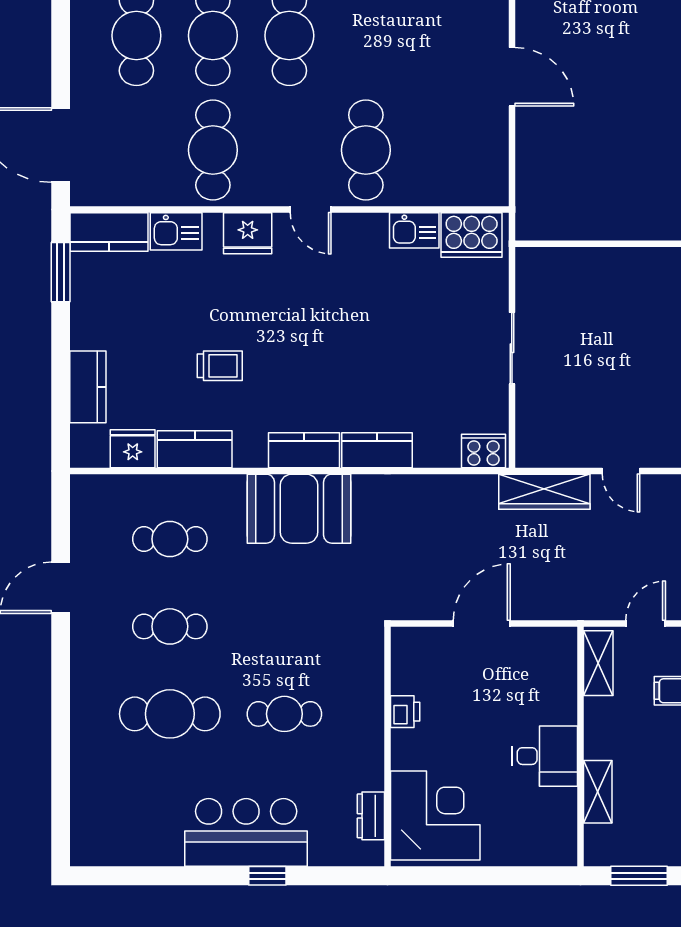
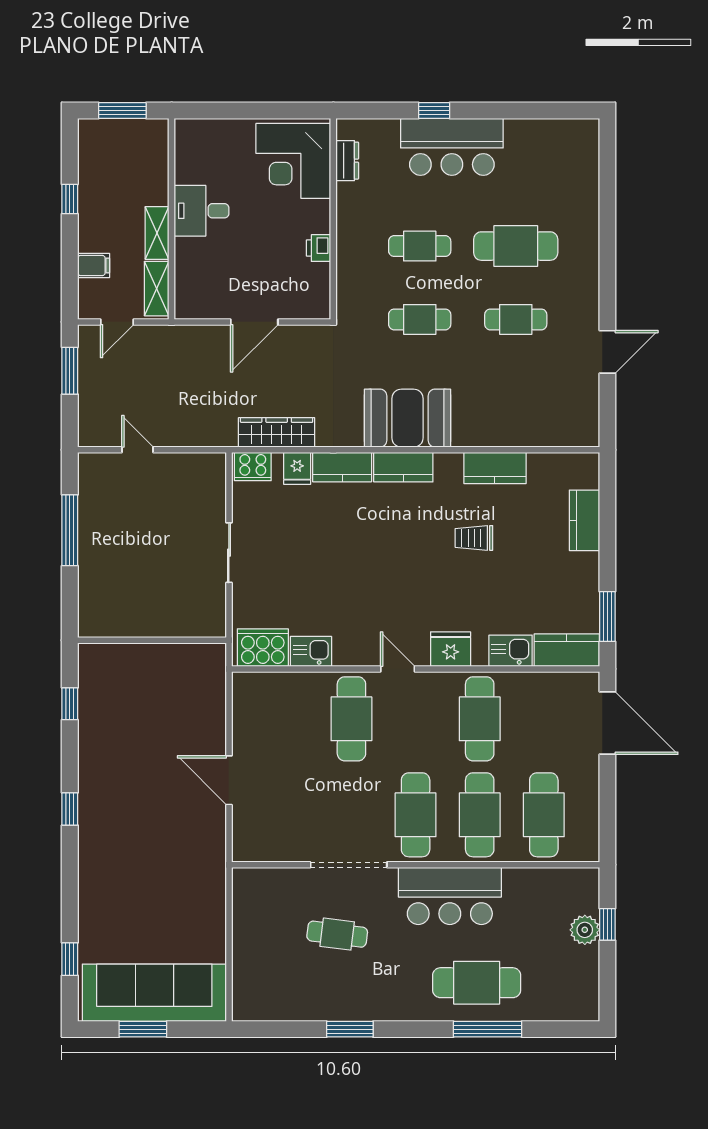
fridge: (133, 449) -> (297, 468), moved, width x0.72
wardrobe: (544, 492) -> (277, 432), moved
cafe table: (170, 539) -> (420, 319), moved
shelving: (598, 792) -> (157, 233), moved

